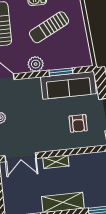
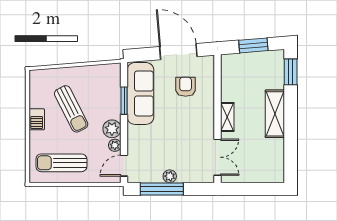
plant: (22, 68) -> (115, 145), added
armchair: (78, 123) -> (186, 87), turned -90

